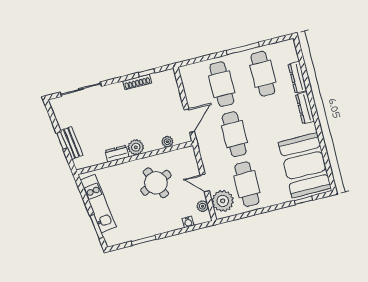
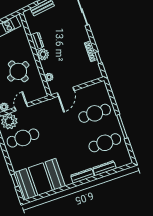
door: (189, 121) -> (66, 92), hinge flipped
cafe table: (234, 134) -> (59, 126), removed

